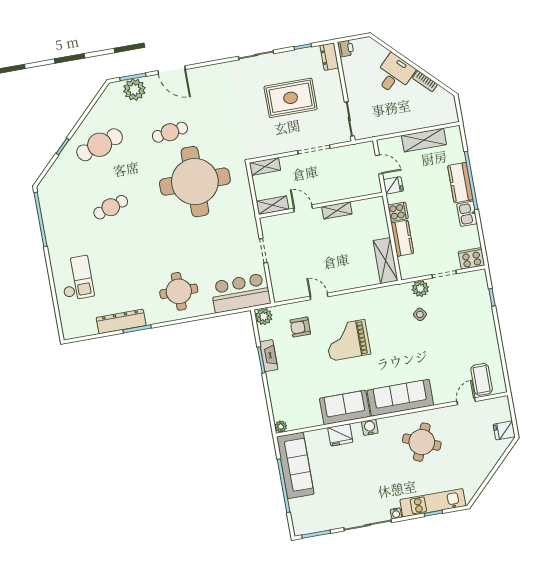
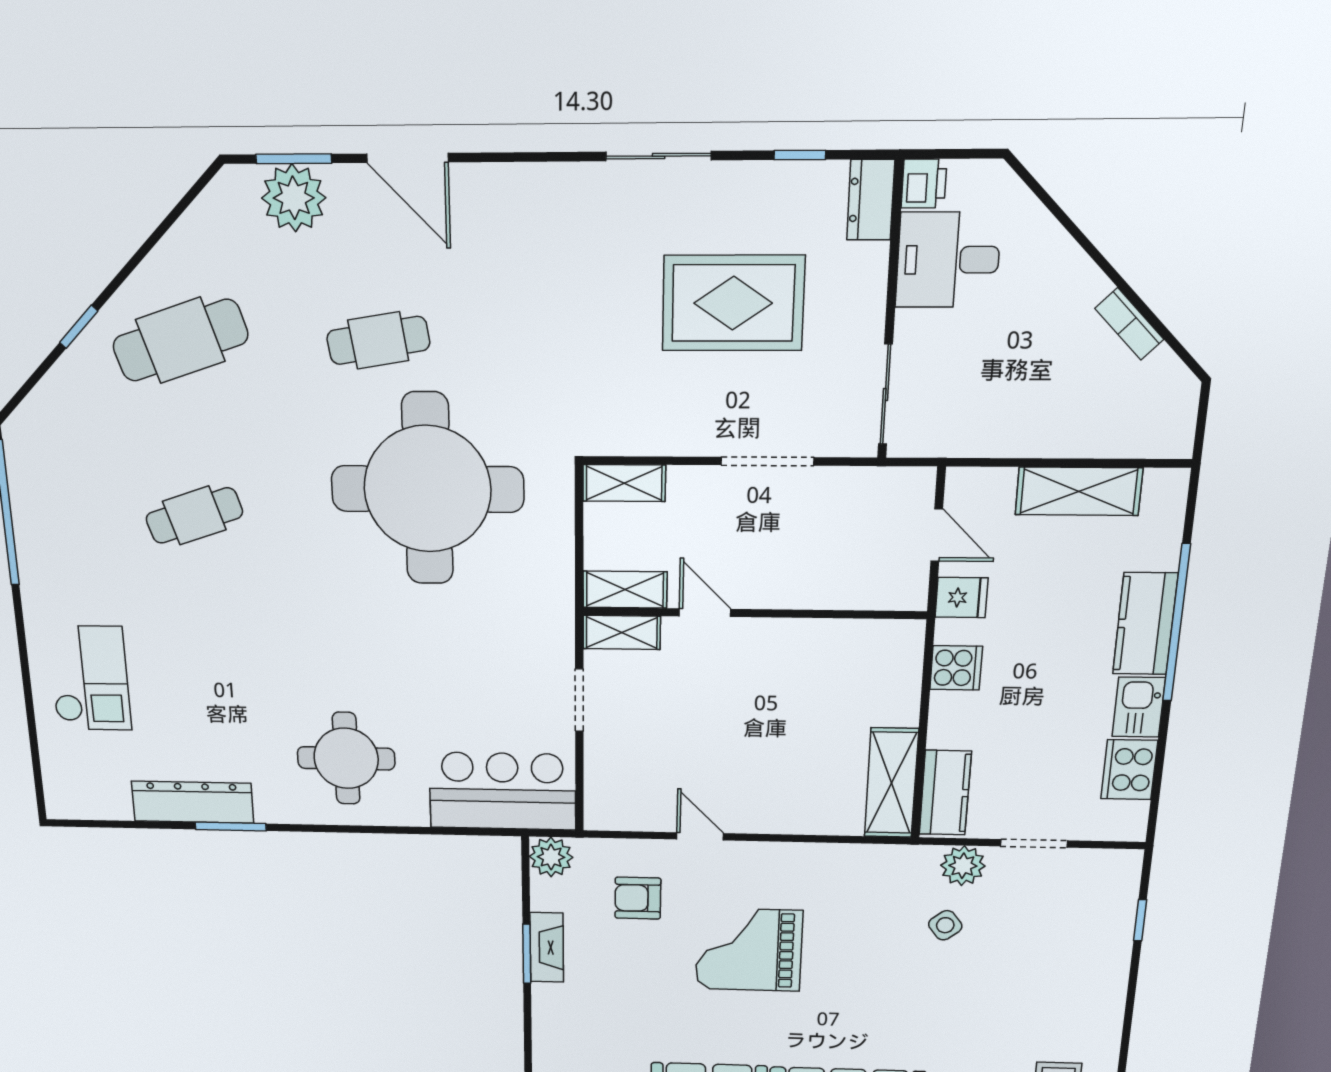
desk: (394, 74) -> (948, 260), moved, turned -135
shelving: (337, 210) -> (622, 632), moved
kitchen counter: (402, 238) -> (945, 793), moved
cooker: (471, 258) -> (1129, 770), moved, turned -90

